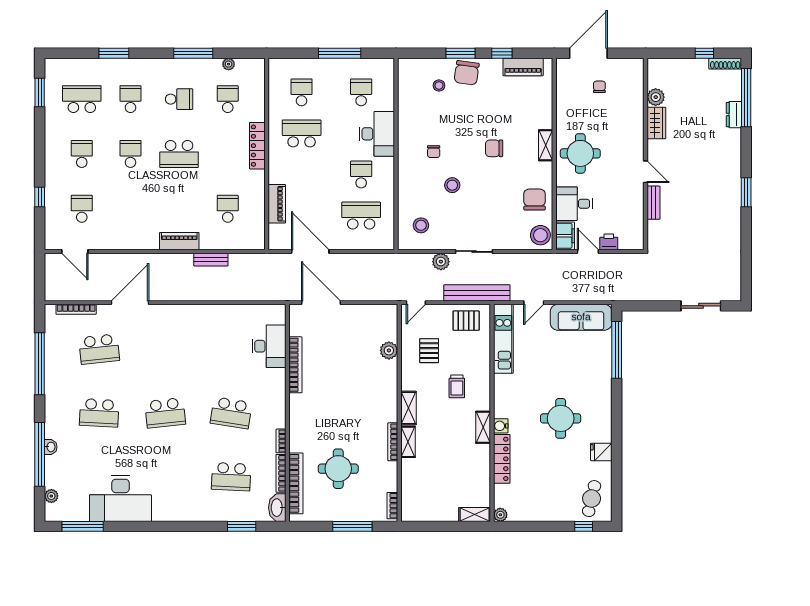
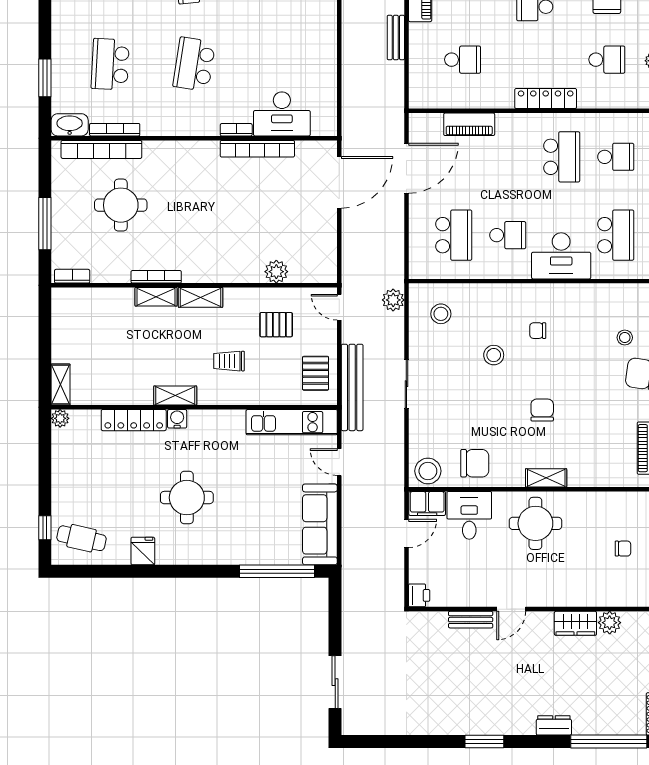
school desk: (361, 92) -> (616, 235), width x1.85
dresser: (734, 115) -> (554, 725), moved
printer: (609, 242) -> (419, 595), moved
plant: (441, 262) -> (393, 300), moved
bookcase: (281, 441) -> (236, 130), moved

